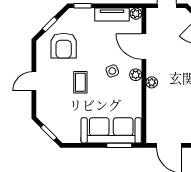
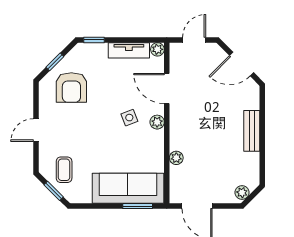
coffee table: (80, 82) -> (64, 170), moved
plant: (152, 82) -> (176, 158), moved

